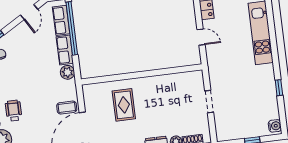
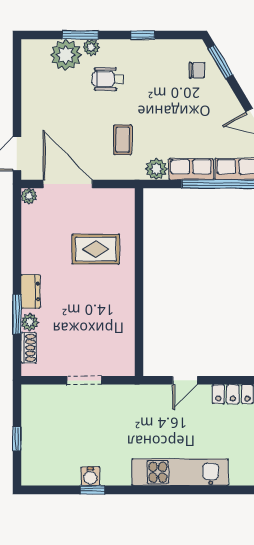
coffee table: (67, 108) -> (123, 140), moved
wheelchair: (14, 111) -> (108, 79), turned 180
water cooler: (275, 126) -> (90, 476), moved

